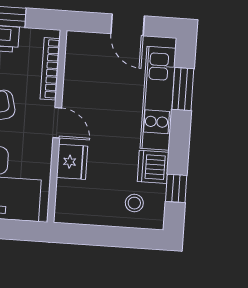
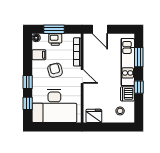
door: (128, 25) -> (100, 29), moved
fridge: (72, 162) -> (94, 116), moved, turned -90
window: (176, 188) -> (139, 87), moved

